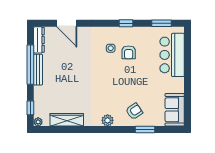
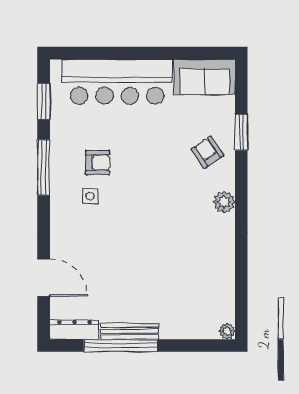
door: (67, 23) -> (44, 278), hinge flipped
window: (126, 23) -> (44, 168), width x2.17
bar counter: (172, 55) -> (117, 82), width x1.36
window: (30, 108) -> (201, 346), removed
wardrobe: (67, 120) -> (223, 278), removed

